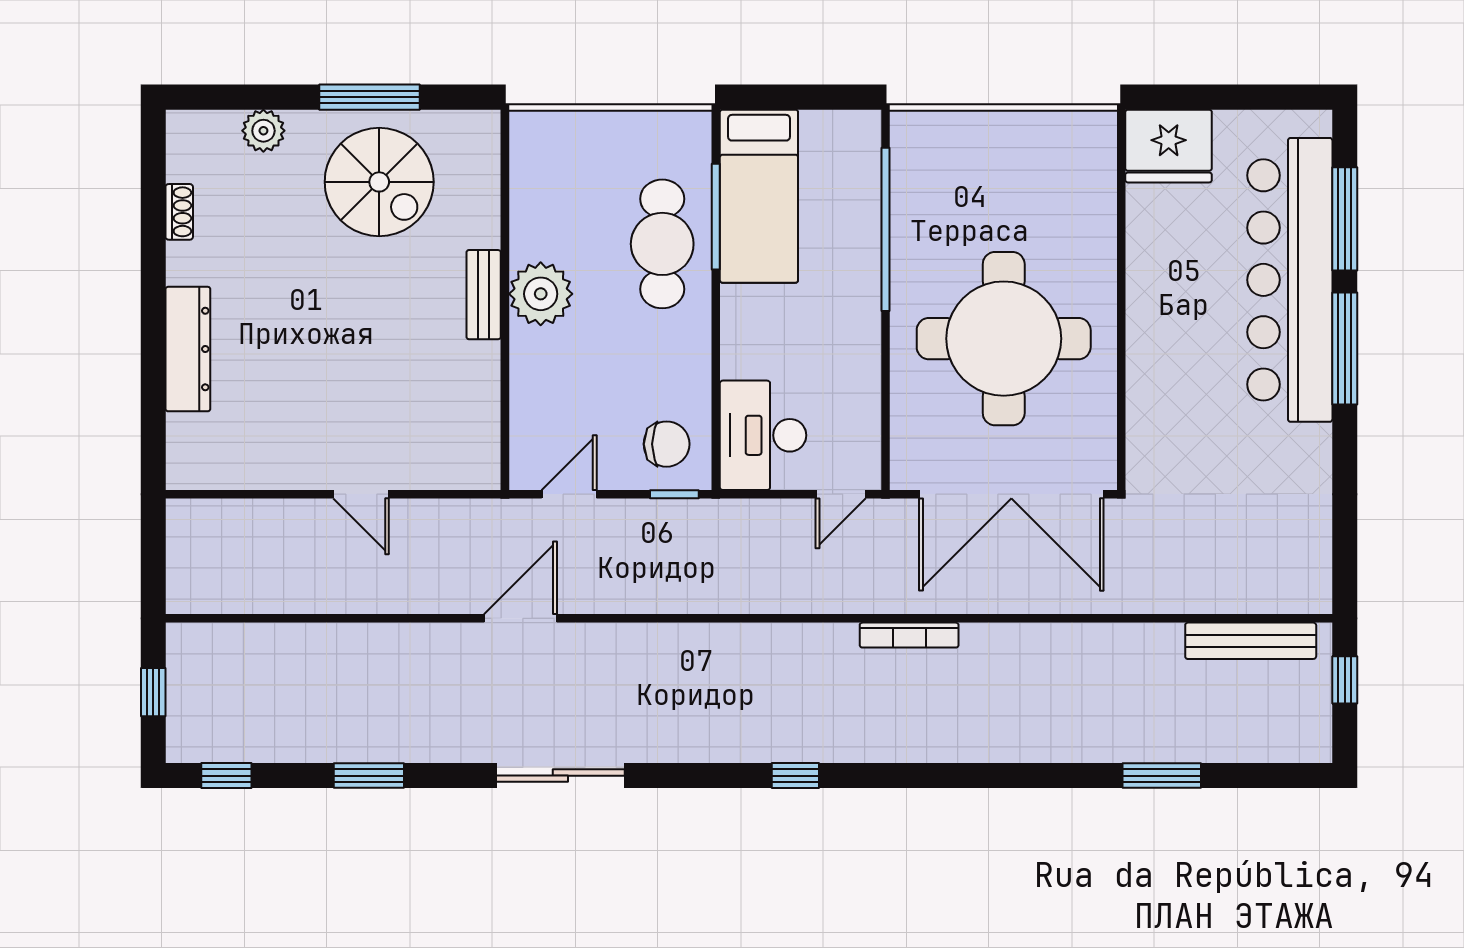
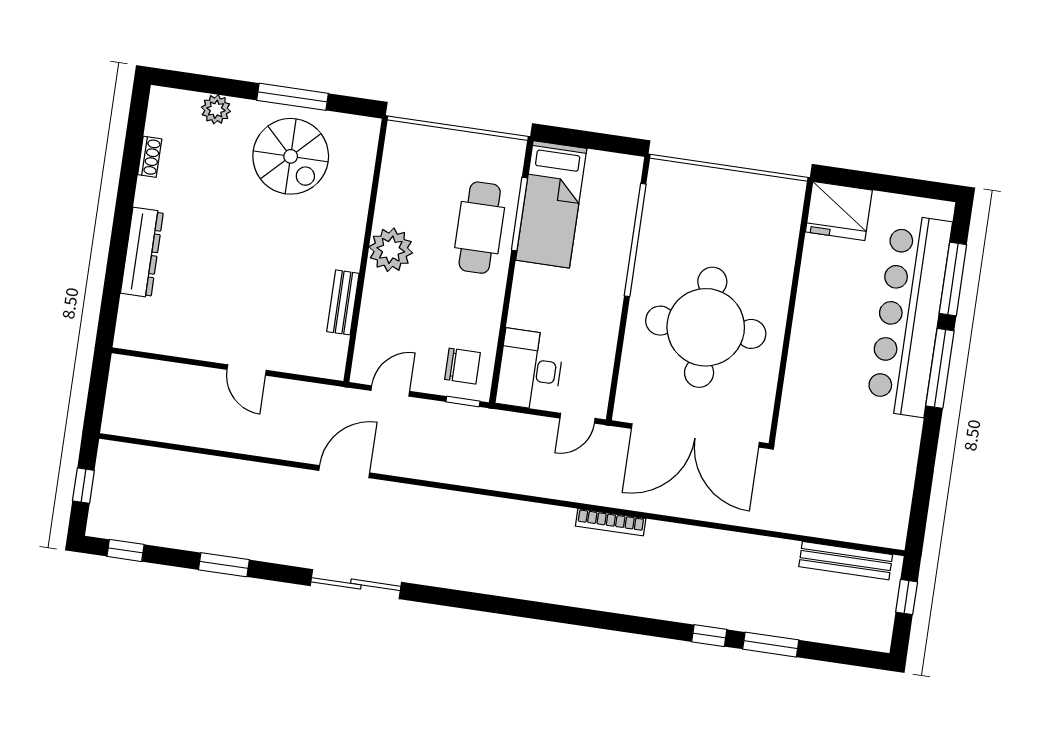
bench: (484, 295) -> (343, 302), moved
window: (795, 776) -> (709, 636), moved

